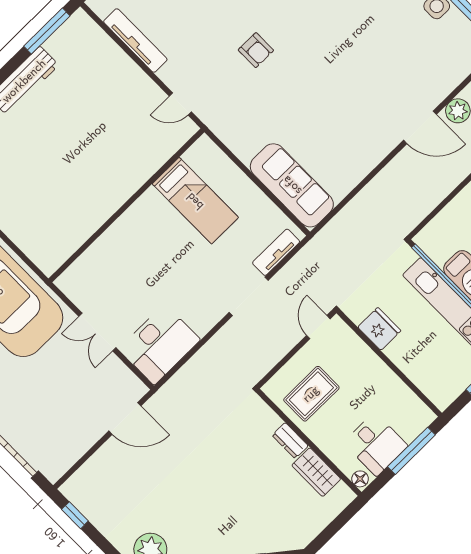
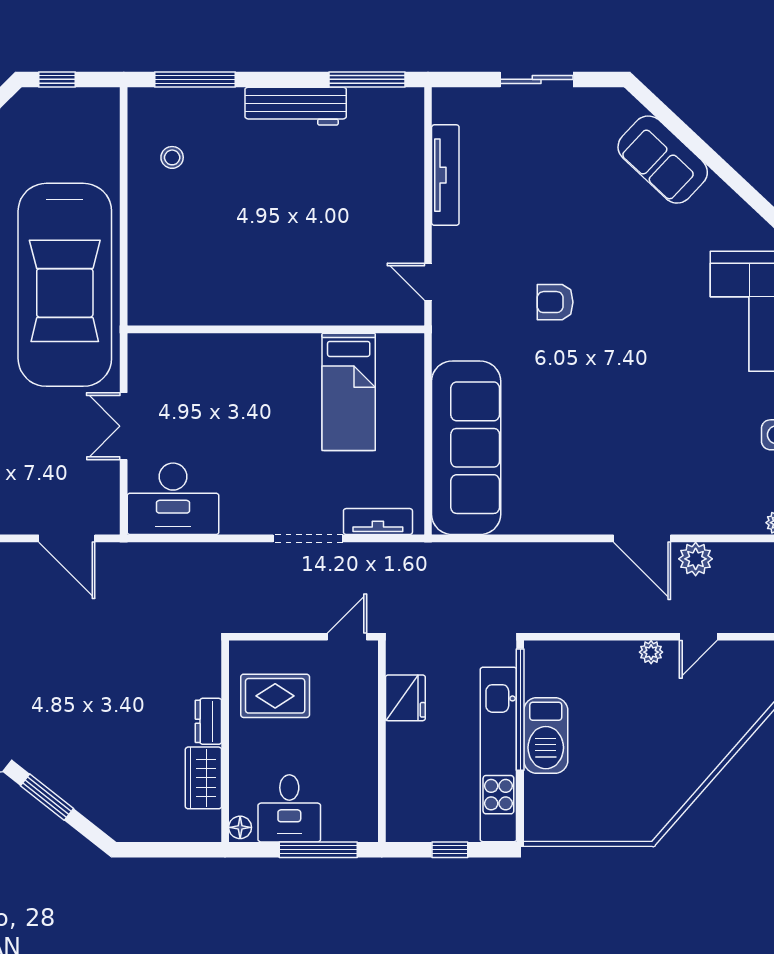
armchair: (256, 50) -> (555, 302), turned 90
sofa: (292, 185) -> (466, 448), width x1.36, depth x1.27

